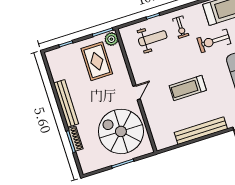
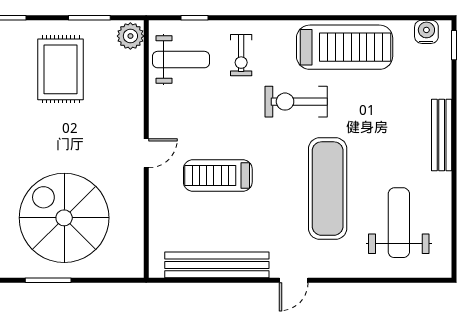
plant: (111, 39) -> (130, 36), moved
wall: (136, 91) -> (146, 149), moved
door: (137, 93) -> (146, 153), moved

